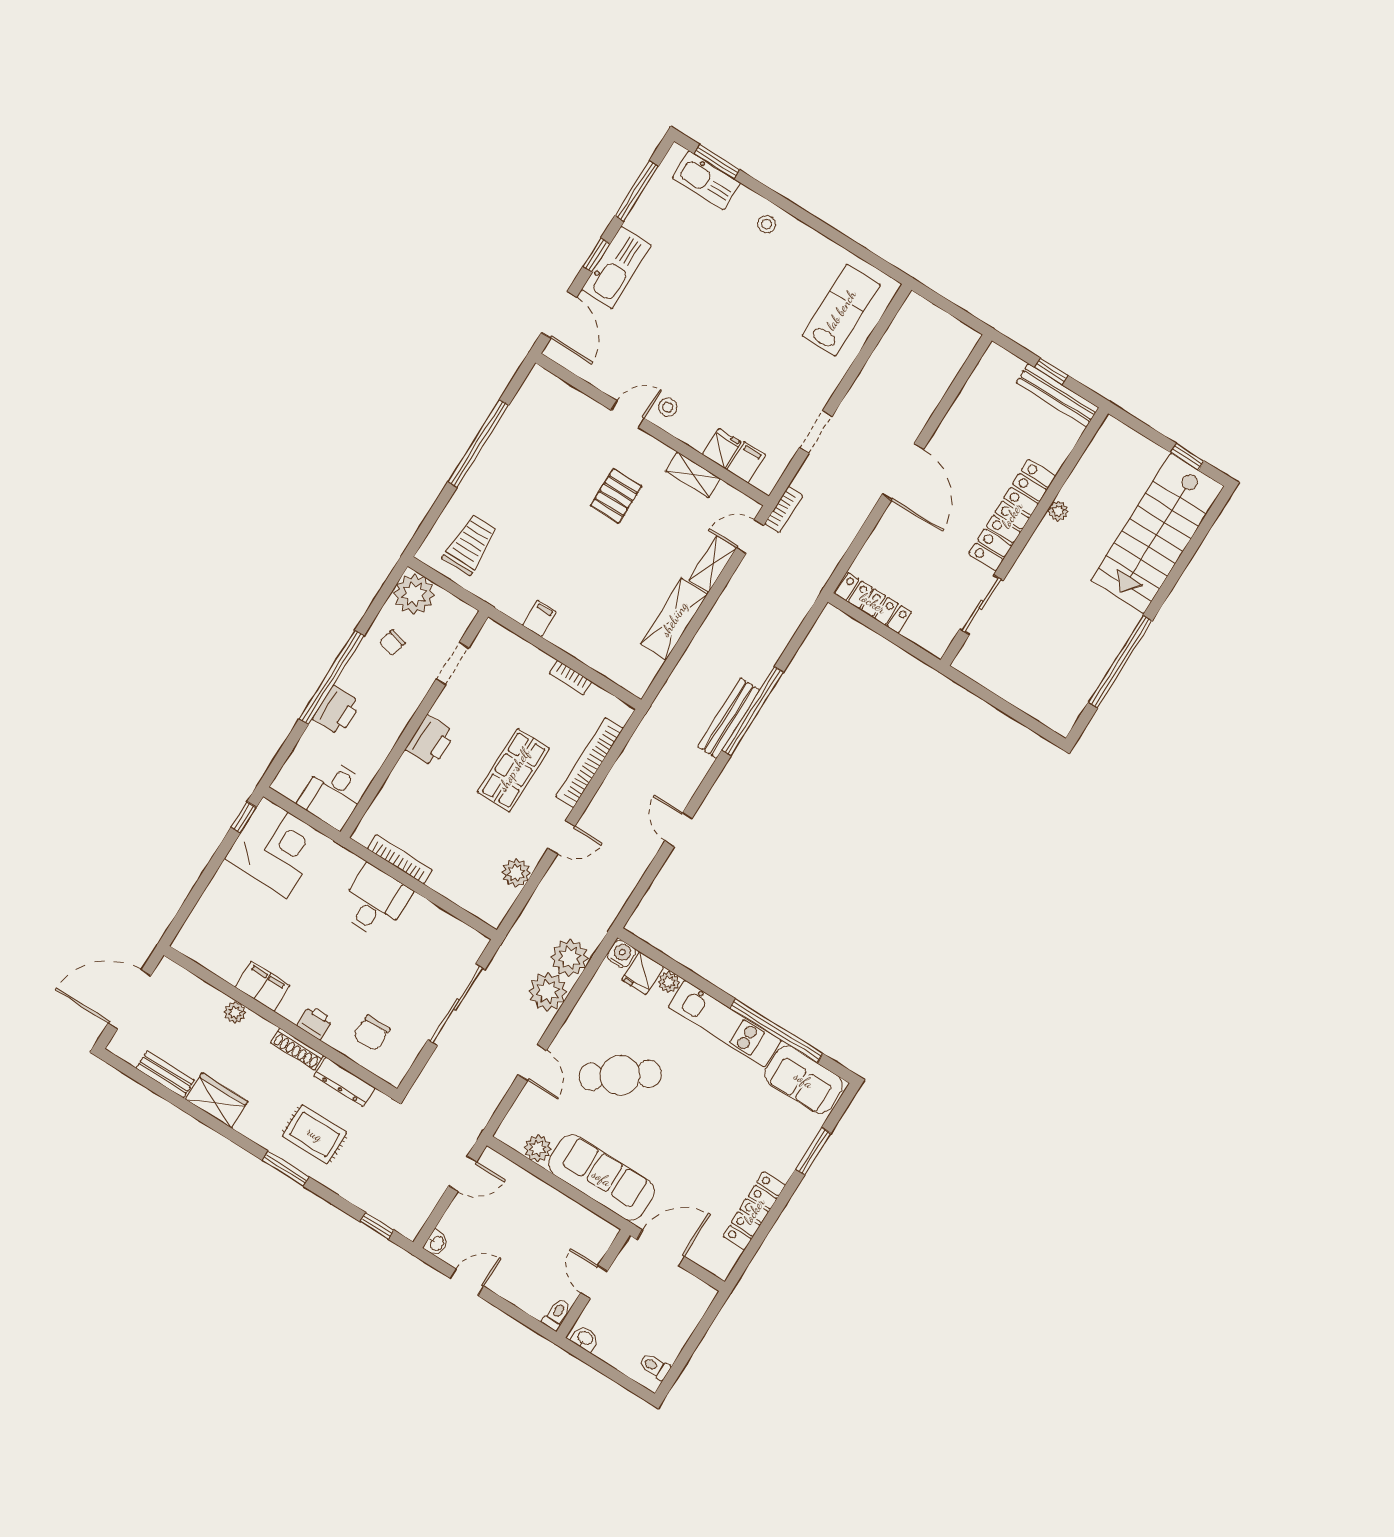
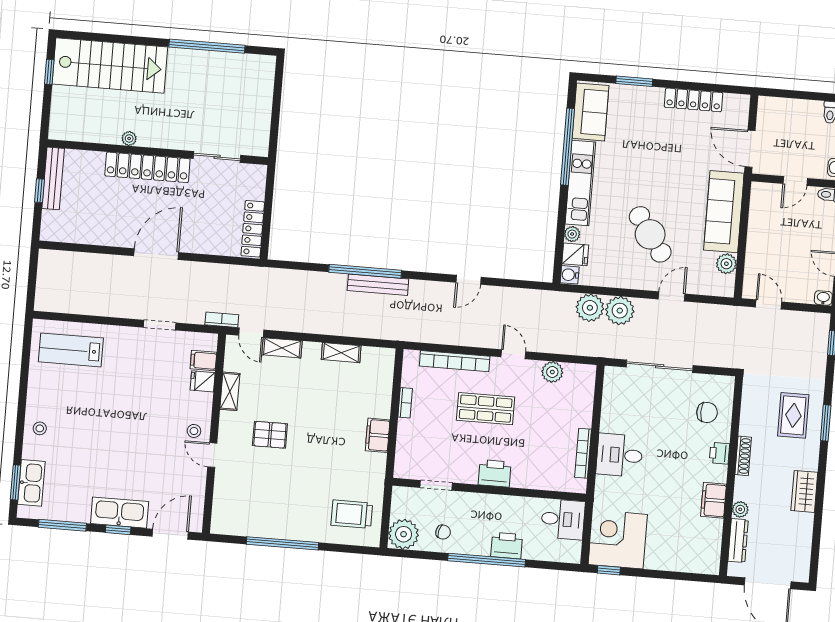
filing cabinet: (539, 618) -> (378, 435), width x2.00
shelving: (674, 619) -> (341, 353), width x0.67, depth x0.75
bench: (165, 1074) -> (805, 534), removed
dresser: (344, 1082) -> (738, 541), moved

